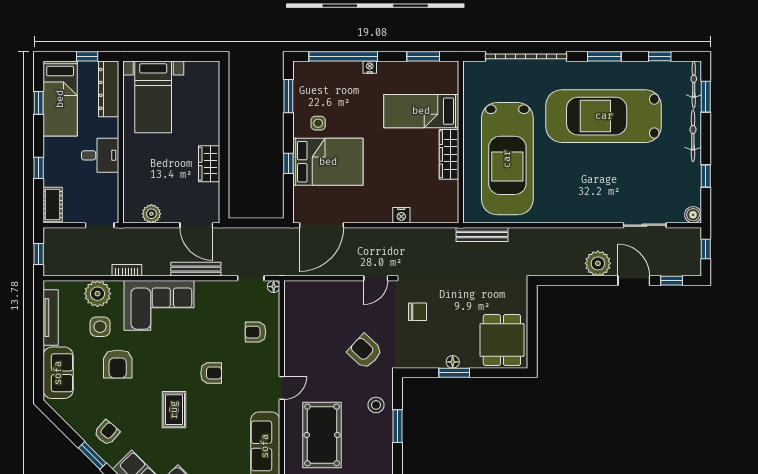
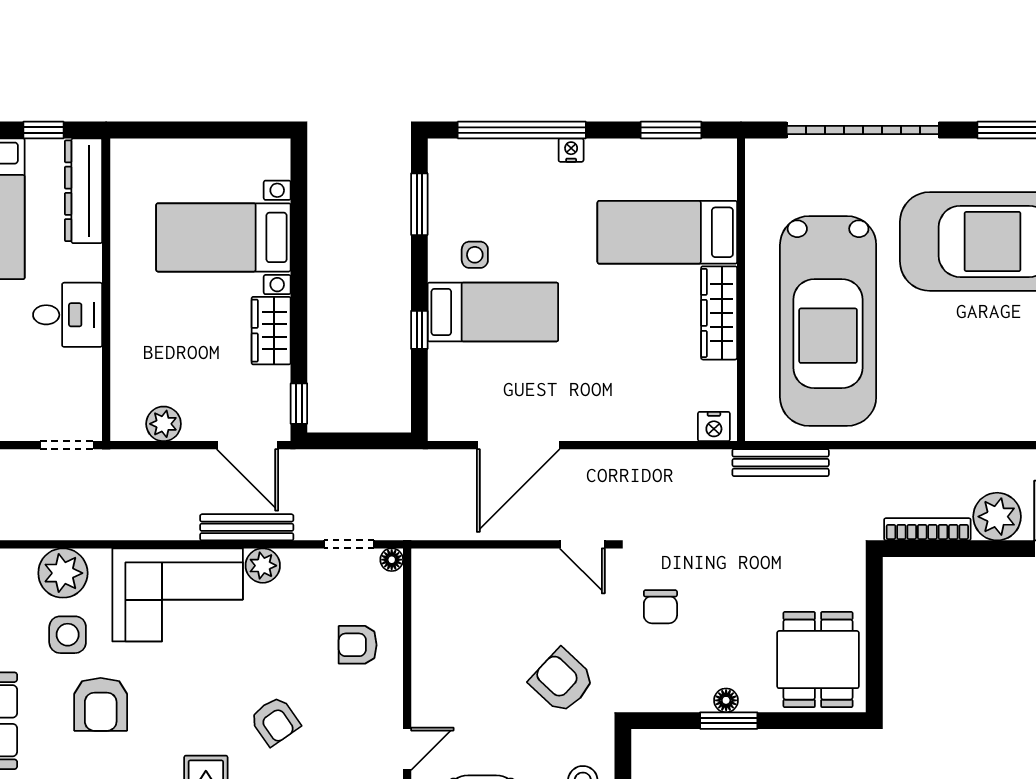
bed with nightstands: (153, 97) -> (223, 237), moved, turned 90
bed: (328, 162) -> (493, 312), width x0.67
window: (224, 203) -> (299, 404), added
nightstand: (401, 215) -> (714, 427), moved
door: (321, 225) -> (518, 445), moved
bookcase: (127, 270) -> (927, 529), moved, width x1.56
door: (376, 278) -> (582, 544), hinge flipped
plant: (205, 290) -> (263, 566), added
chair: (418, 312) -> (660, 607), turned 90
armchair: (211, 373) -> (275, 721), turned 55

